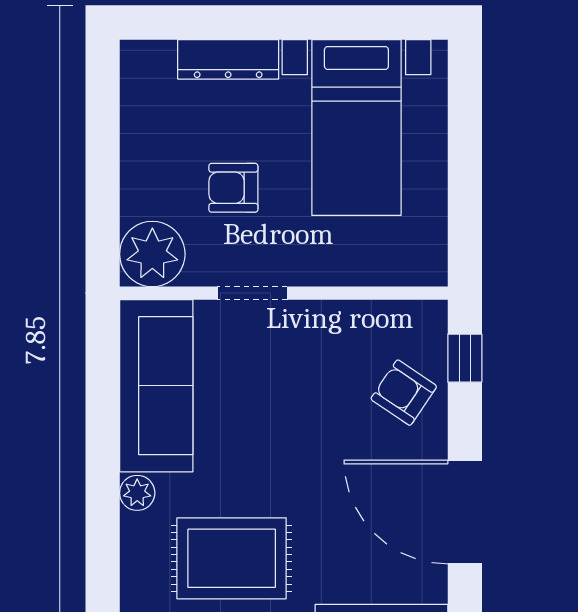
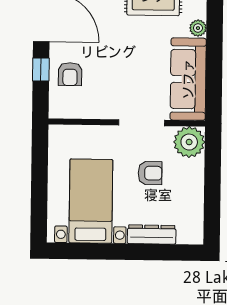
doorway: (252, 293) -> (142, 123), width x1.38
window: (465, 358) -> (41, 70), moved
armchair: (404, 393) -> (70, 74), turned 56

